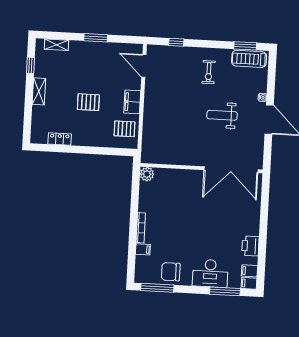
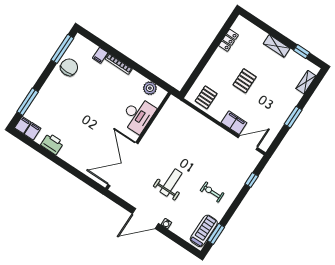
filing cabinet: (132, 102) -> (234, 123), moved
plant: (147, 174) -> (150, 88), moved
desk: (210, 273) -> (138, 115), moved, turned 180

